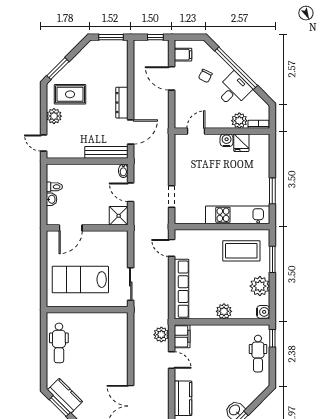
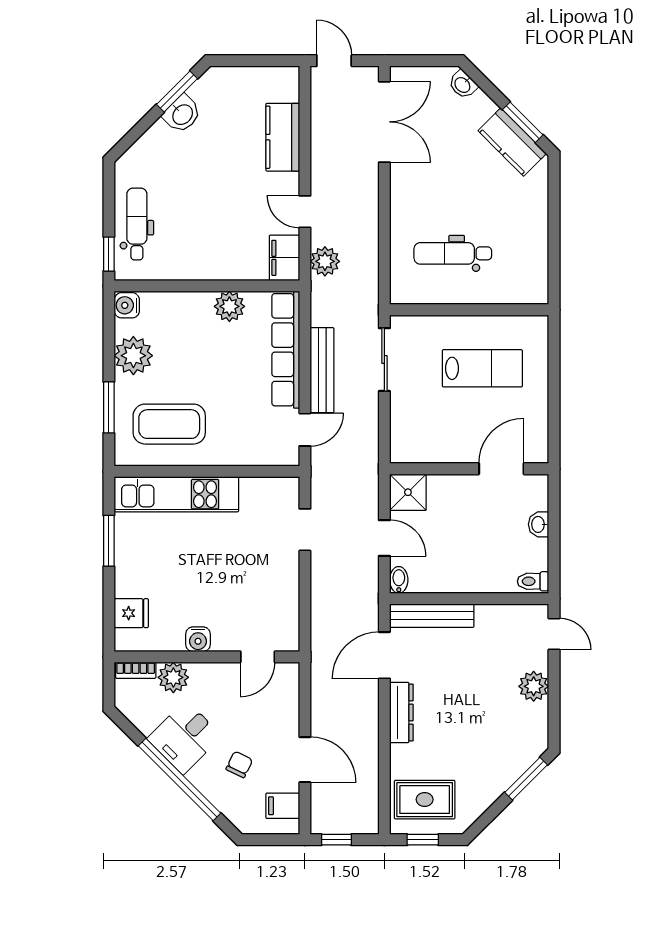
window: (111, 37) -> (423, 840), width x0.67
rug: (70, 94) -> (425, 800), moved
fridge: (241, 143) -> (131, 613), moved, turned 90
toilet: (54, 187) -> (533, 581), moved
door: (172, 248) -> (305, 430), hinge flipped
bench: (163, 279) -> (322, 370), added
lab bench: (80, 280) -> (482, 368), width x0.73, depth x0.72
plant: (224, 311) -> (229, 306), moved
dental chair: (59, 343) -> (453, 253), moved, turned -90

